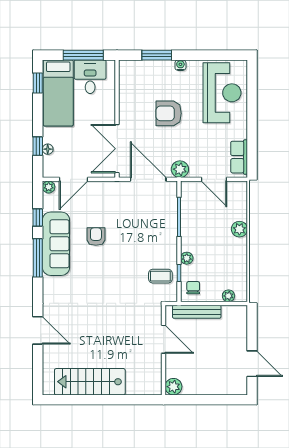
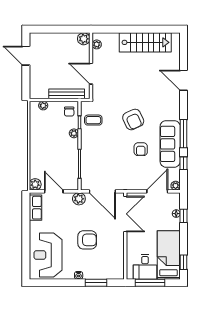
plant: (239, 229) -> (35, 184), moved
armchair: (106, 277) -> (133, 119), added
plant: (156, 379) -> (97, 44), added

